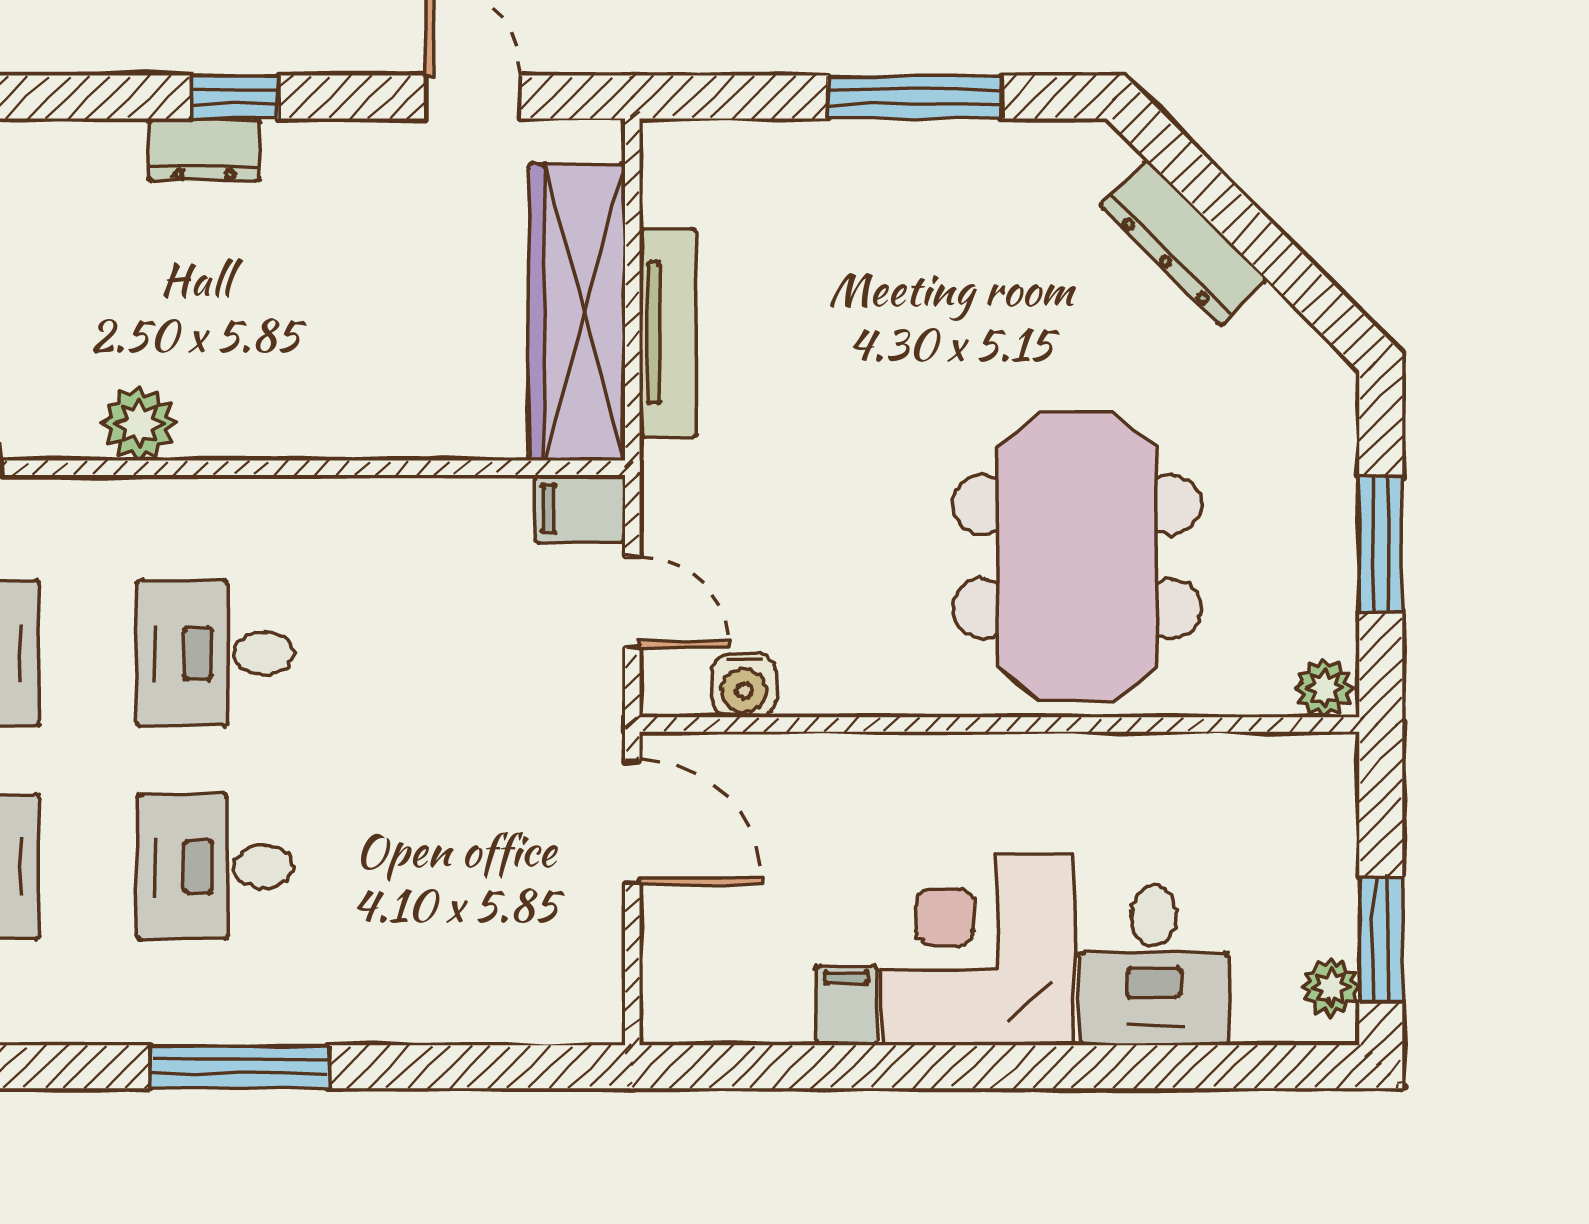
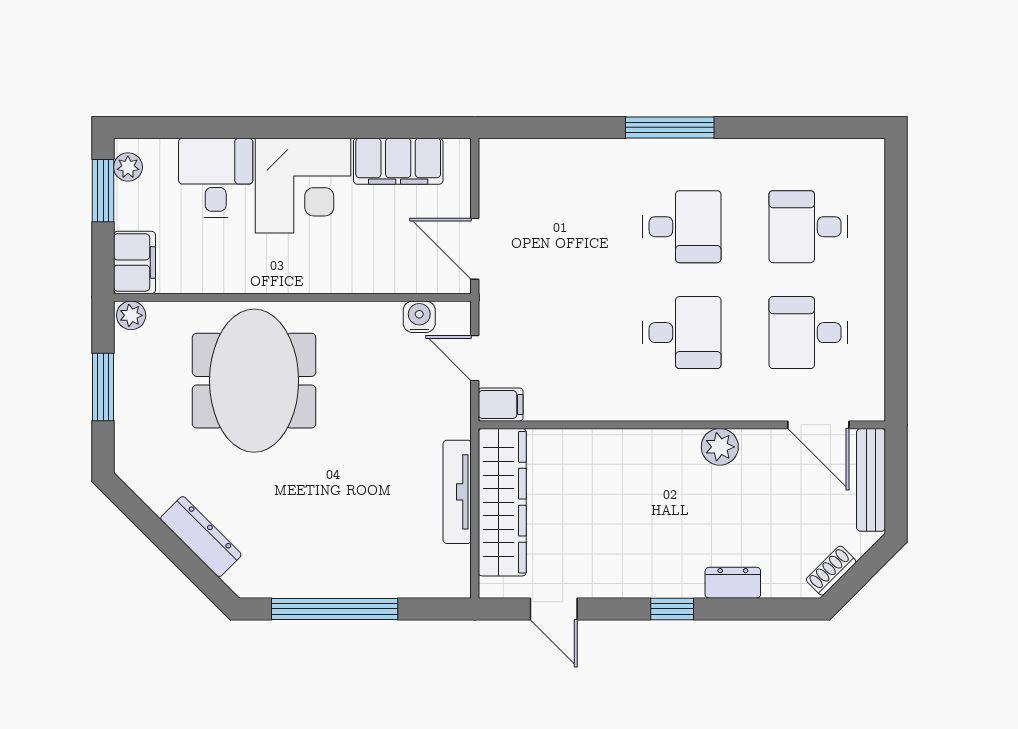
window: (915, 97) -> (335, 609), width x1.46
dresser: (204, 150) -> (733, 583), moved
filing cabinet: (1317, 795) -> (135, 263), added
filing cabinet: (846, 1005) -> (398, 161), width x3.00, depth x1.17

